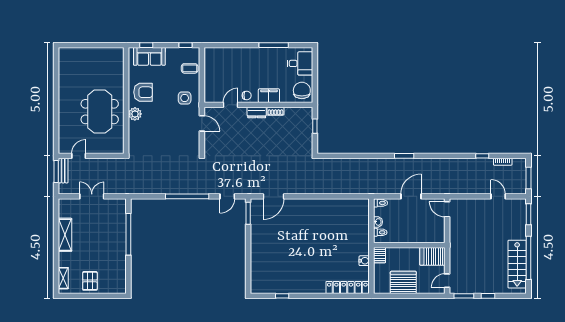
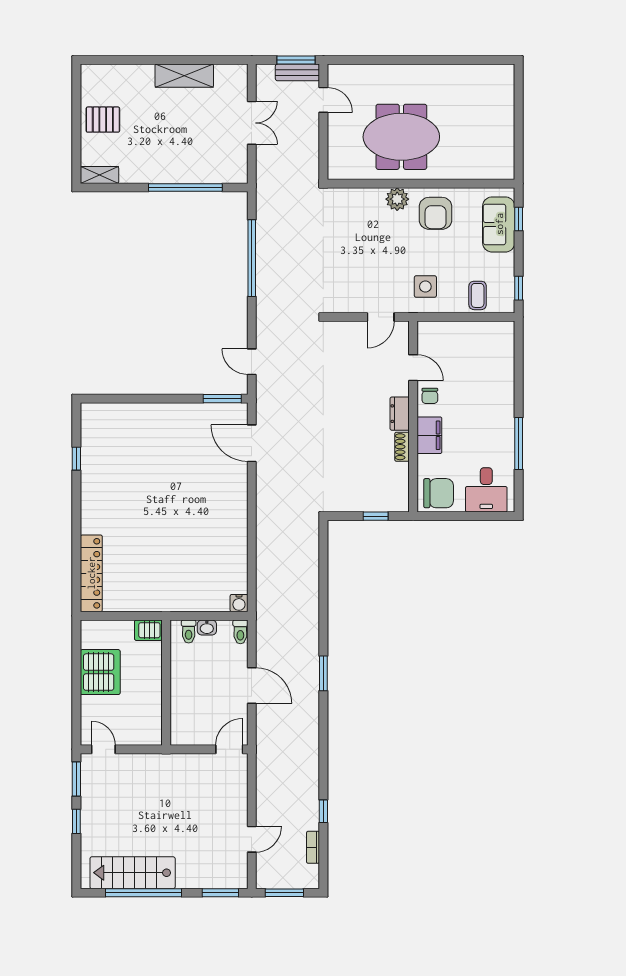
window: (187, 196) -> (252, 258), moved
server rack: (432, 256) -> (146, 723), removed
water cooler: (364, 261) -> (239, 603), moved
shelving: (63, 278) -> (100, 175), moved

